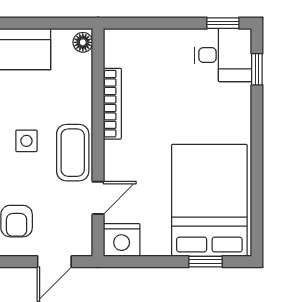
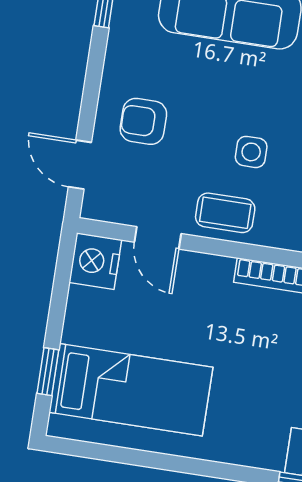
coffee table: (73, 153) -> (225, 213), width x0.73, depth x0.77
bed: (209, 200) -> (131, 390), width x0.67

